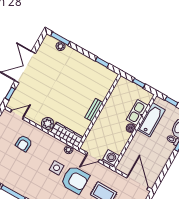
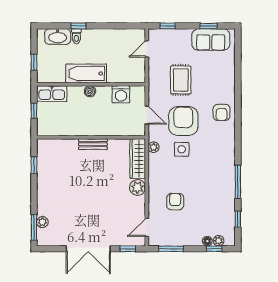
kitchen sink: (137, 113) -> (52, 94), moved
door: (17, 114) -> (147, 228), hinge flipped
bathtub: (151, 120) -> (86, 73), moved
armchair: (24, 143) -> (175, 202), turned -93
washing machine: (111, 158) -> (121, 94), moved, turned -90
door: (137, 183) -> (147, 49), width x0.53

